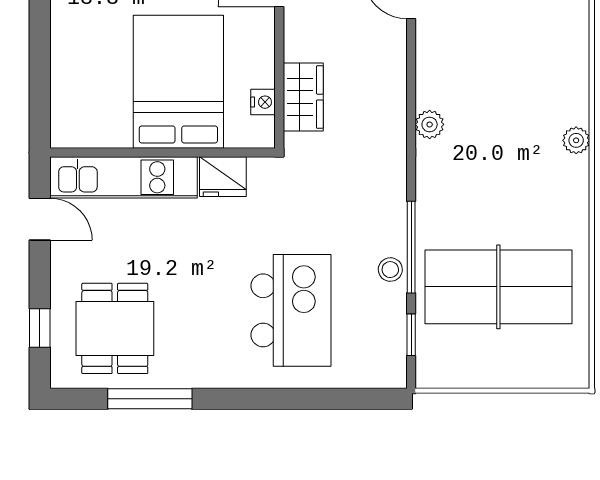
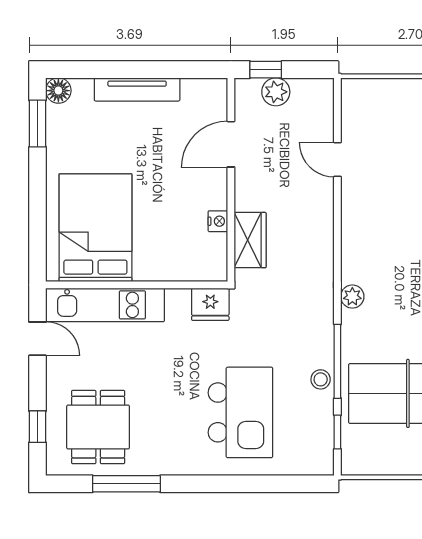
bed: (178, 82) -> (95, 228), moved
nightstand: (263, 102) -> (218, 221), moved
plant: (430, 124) -> (352, 297), moved
fridge: (223, 177) -> (210, 304), moved

